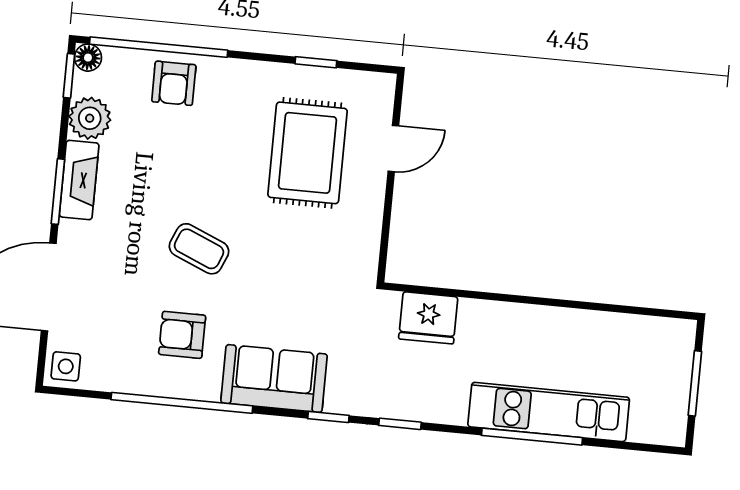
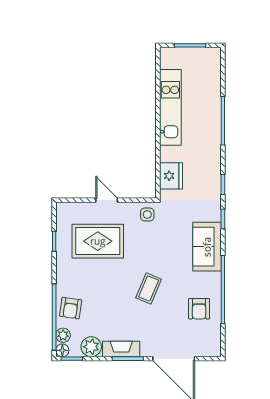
plant: (119, 62) -> (63, 335), added
armchair: (174, 83) -> (71, 308), turned 98
door: (393, 149) -> (107, 200), moved
armchair: (182, 335) -> (199, 309), moved
side table: (66, 366) -> (147, 214), moved
kitchen unit: (549, 412) -> (170, 107), moved, turned 180

